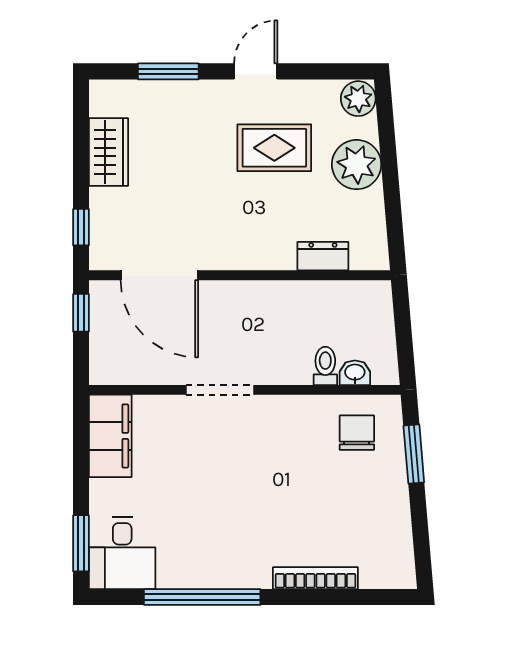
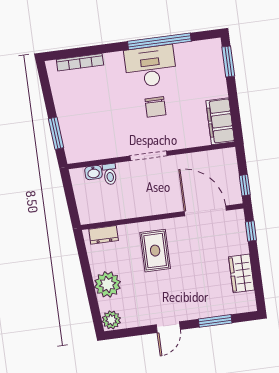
rug: (274, 148) -> (155, 251), moved, turned 90
dresser: (323, 256) -> (104, 235), moved
doorway: (220, 390) -> (149, 156), moved
chair: (357, 433) -> (155, 107), moved
desk: (122, 553) -> (150, 66), moved, width x1.37
bookcase: (315, 578) -> (80, 62), moved

